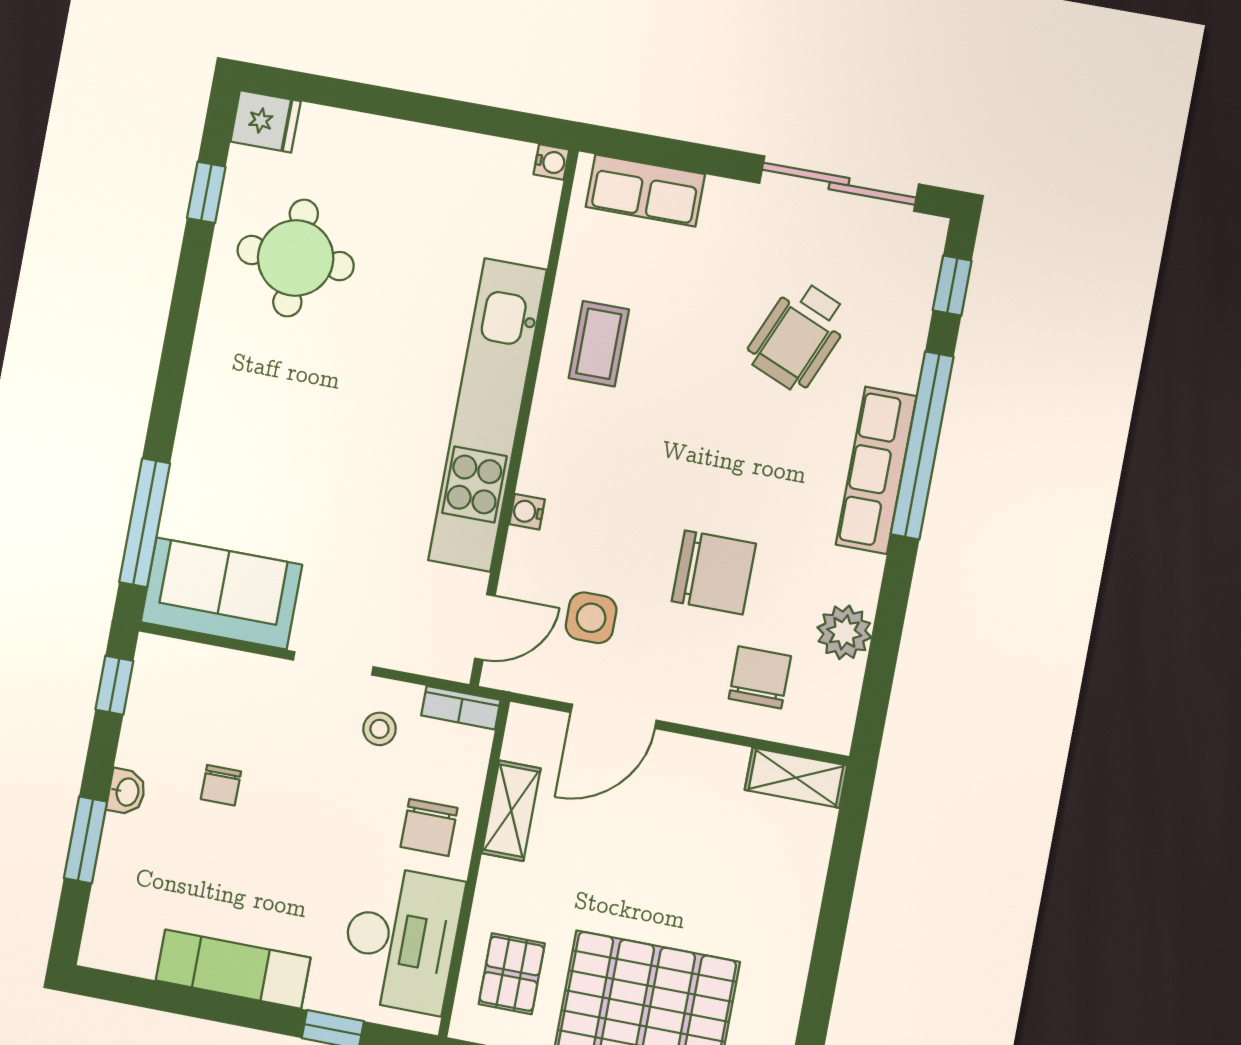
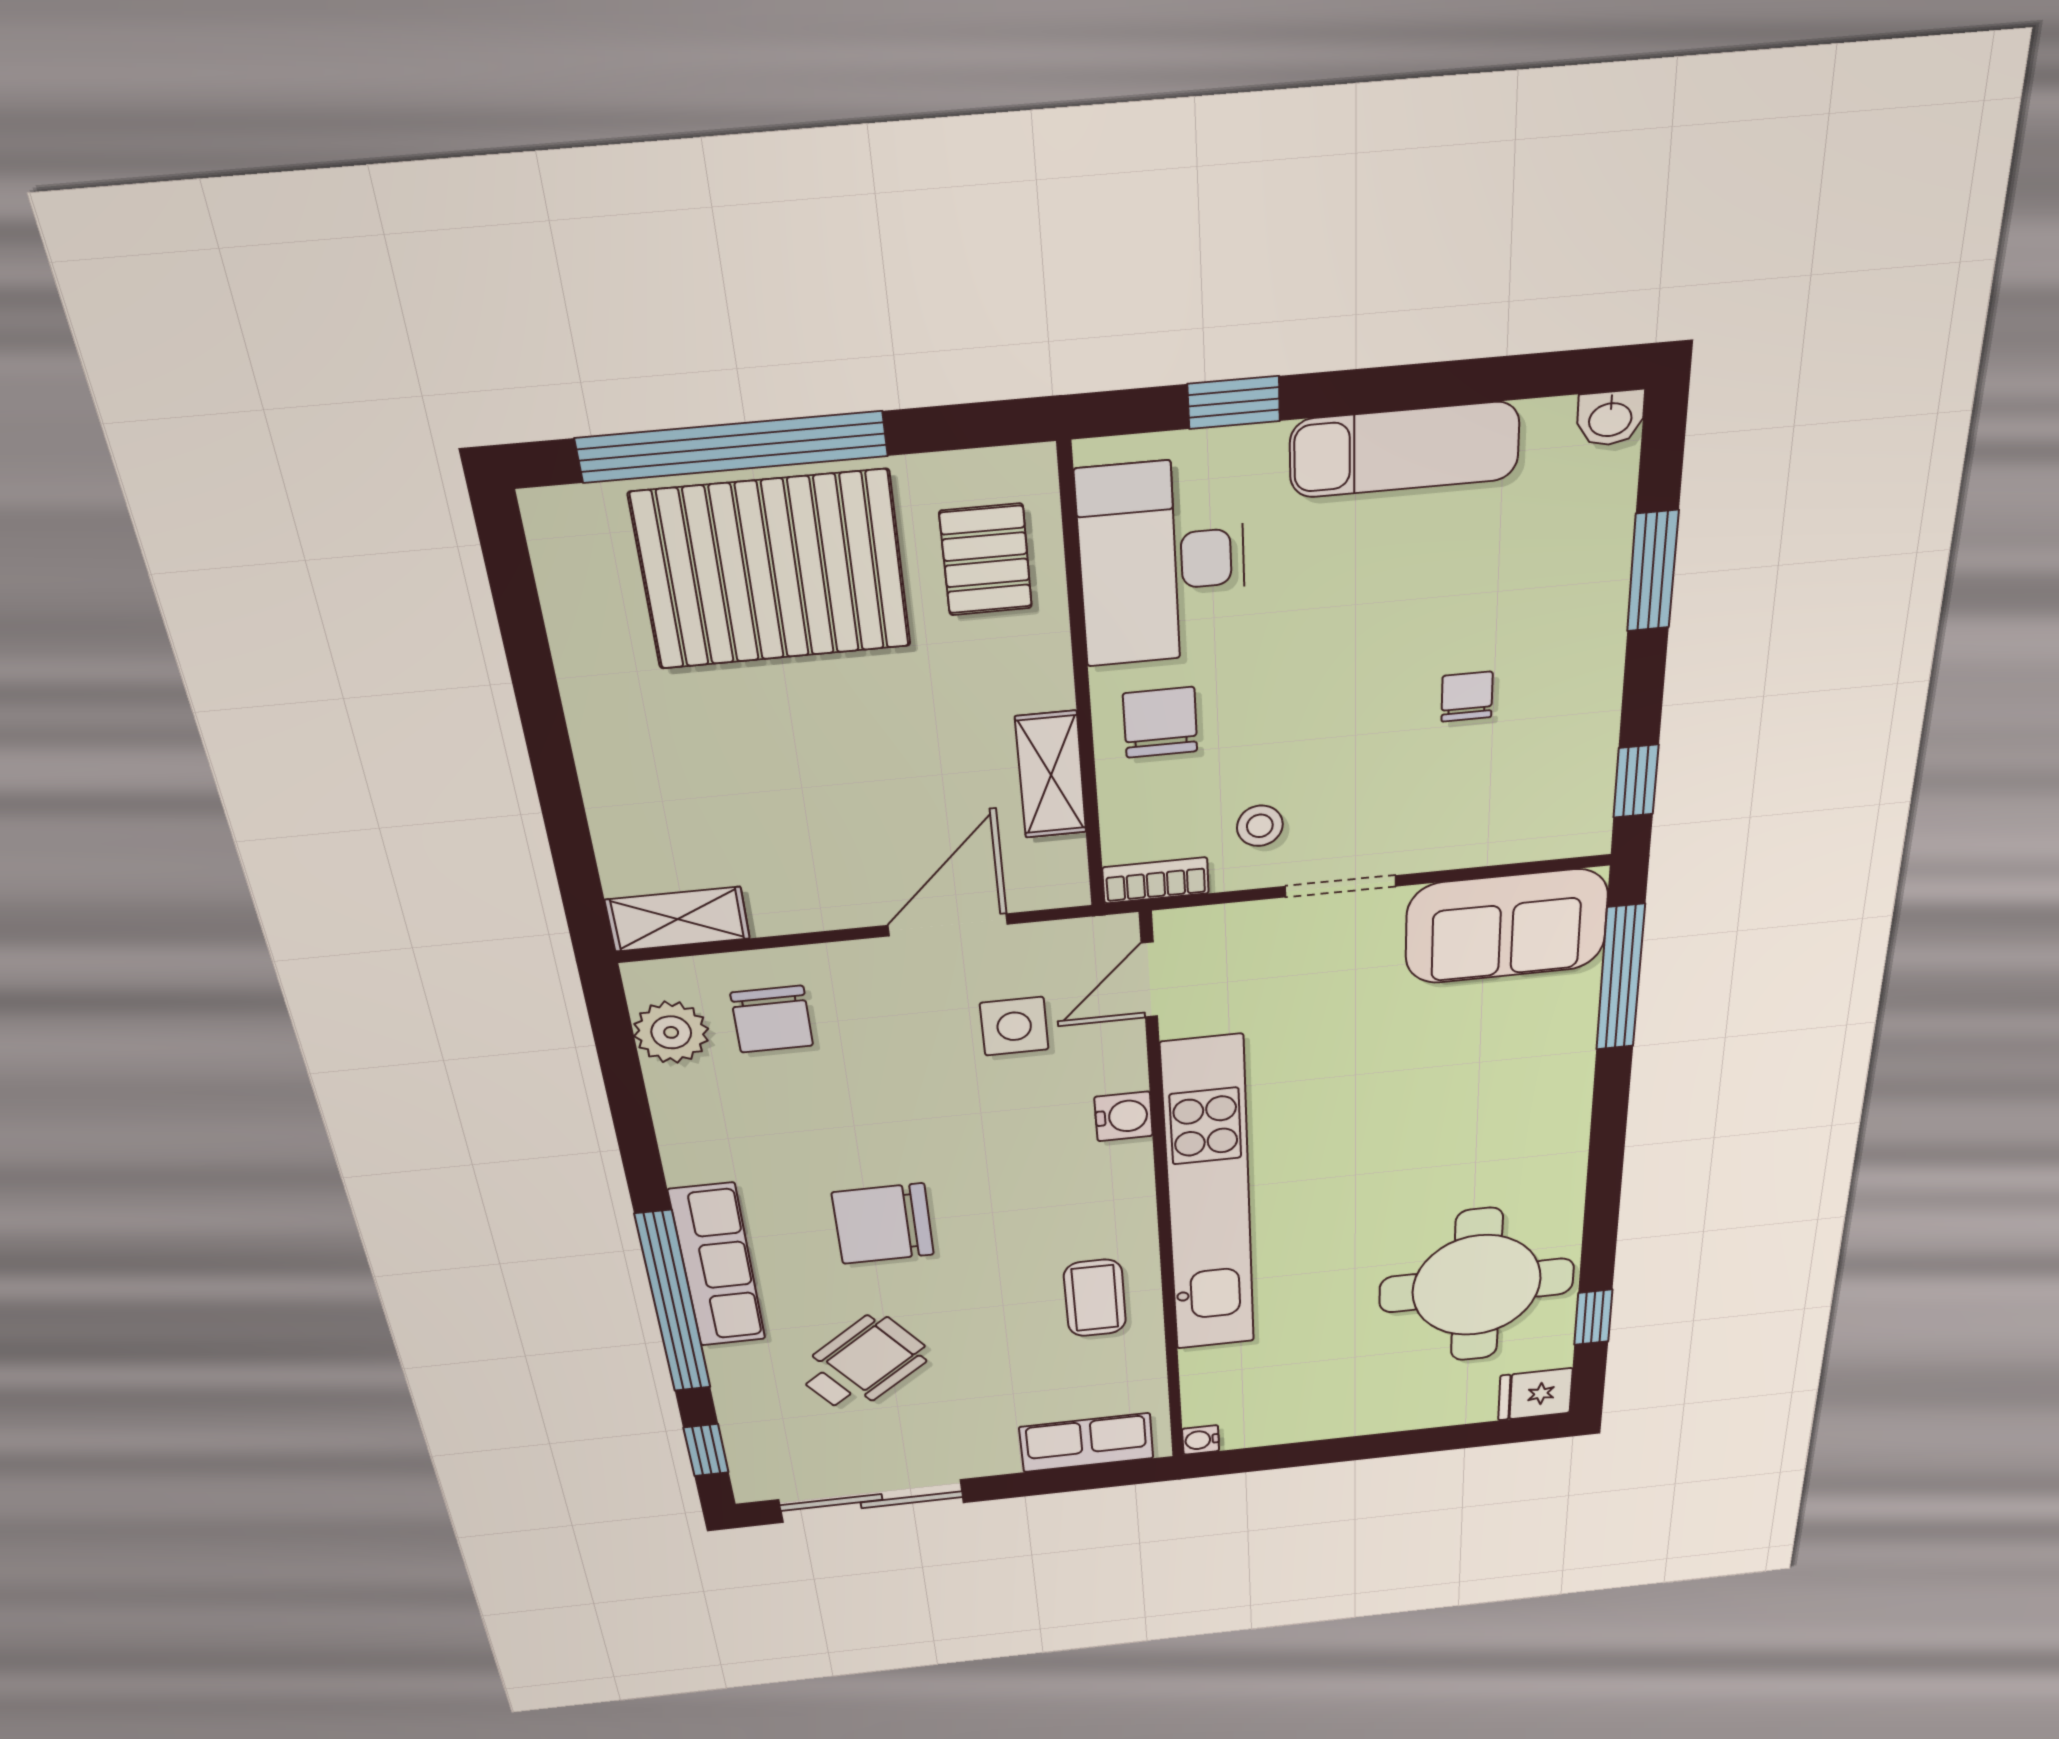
round table: (296, 258) -> (1477, 1285), width x1.36, depth x1.36
wheelchair: (798, 336) -> (863, 1364), turned 30
water cooler: (527, 512) -> (1124, 1116), width x1.38, depth x1.38
chair: (714, 572) -> (883, 1224), moved
plant: (844, 632) -> (671, 1032), moved
washbasin: (126, 792) -> (1610, 418), moved, turned -90

